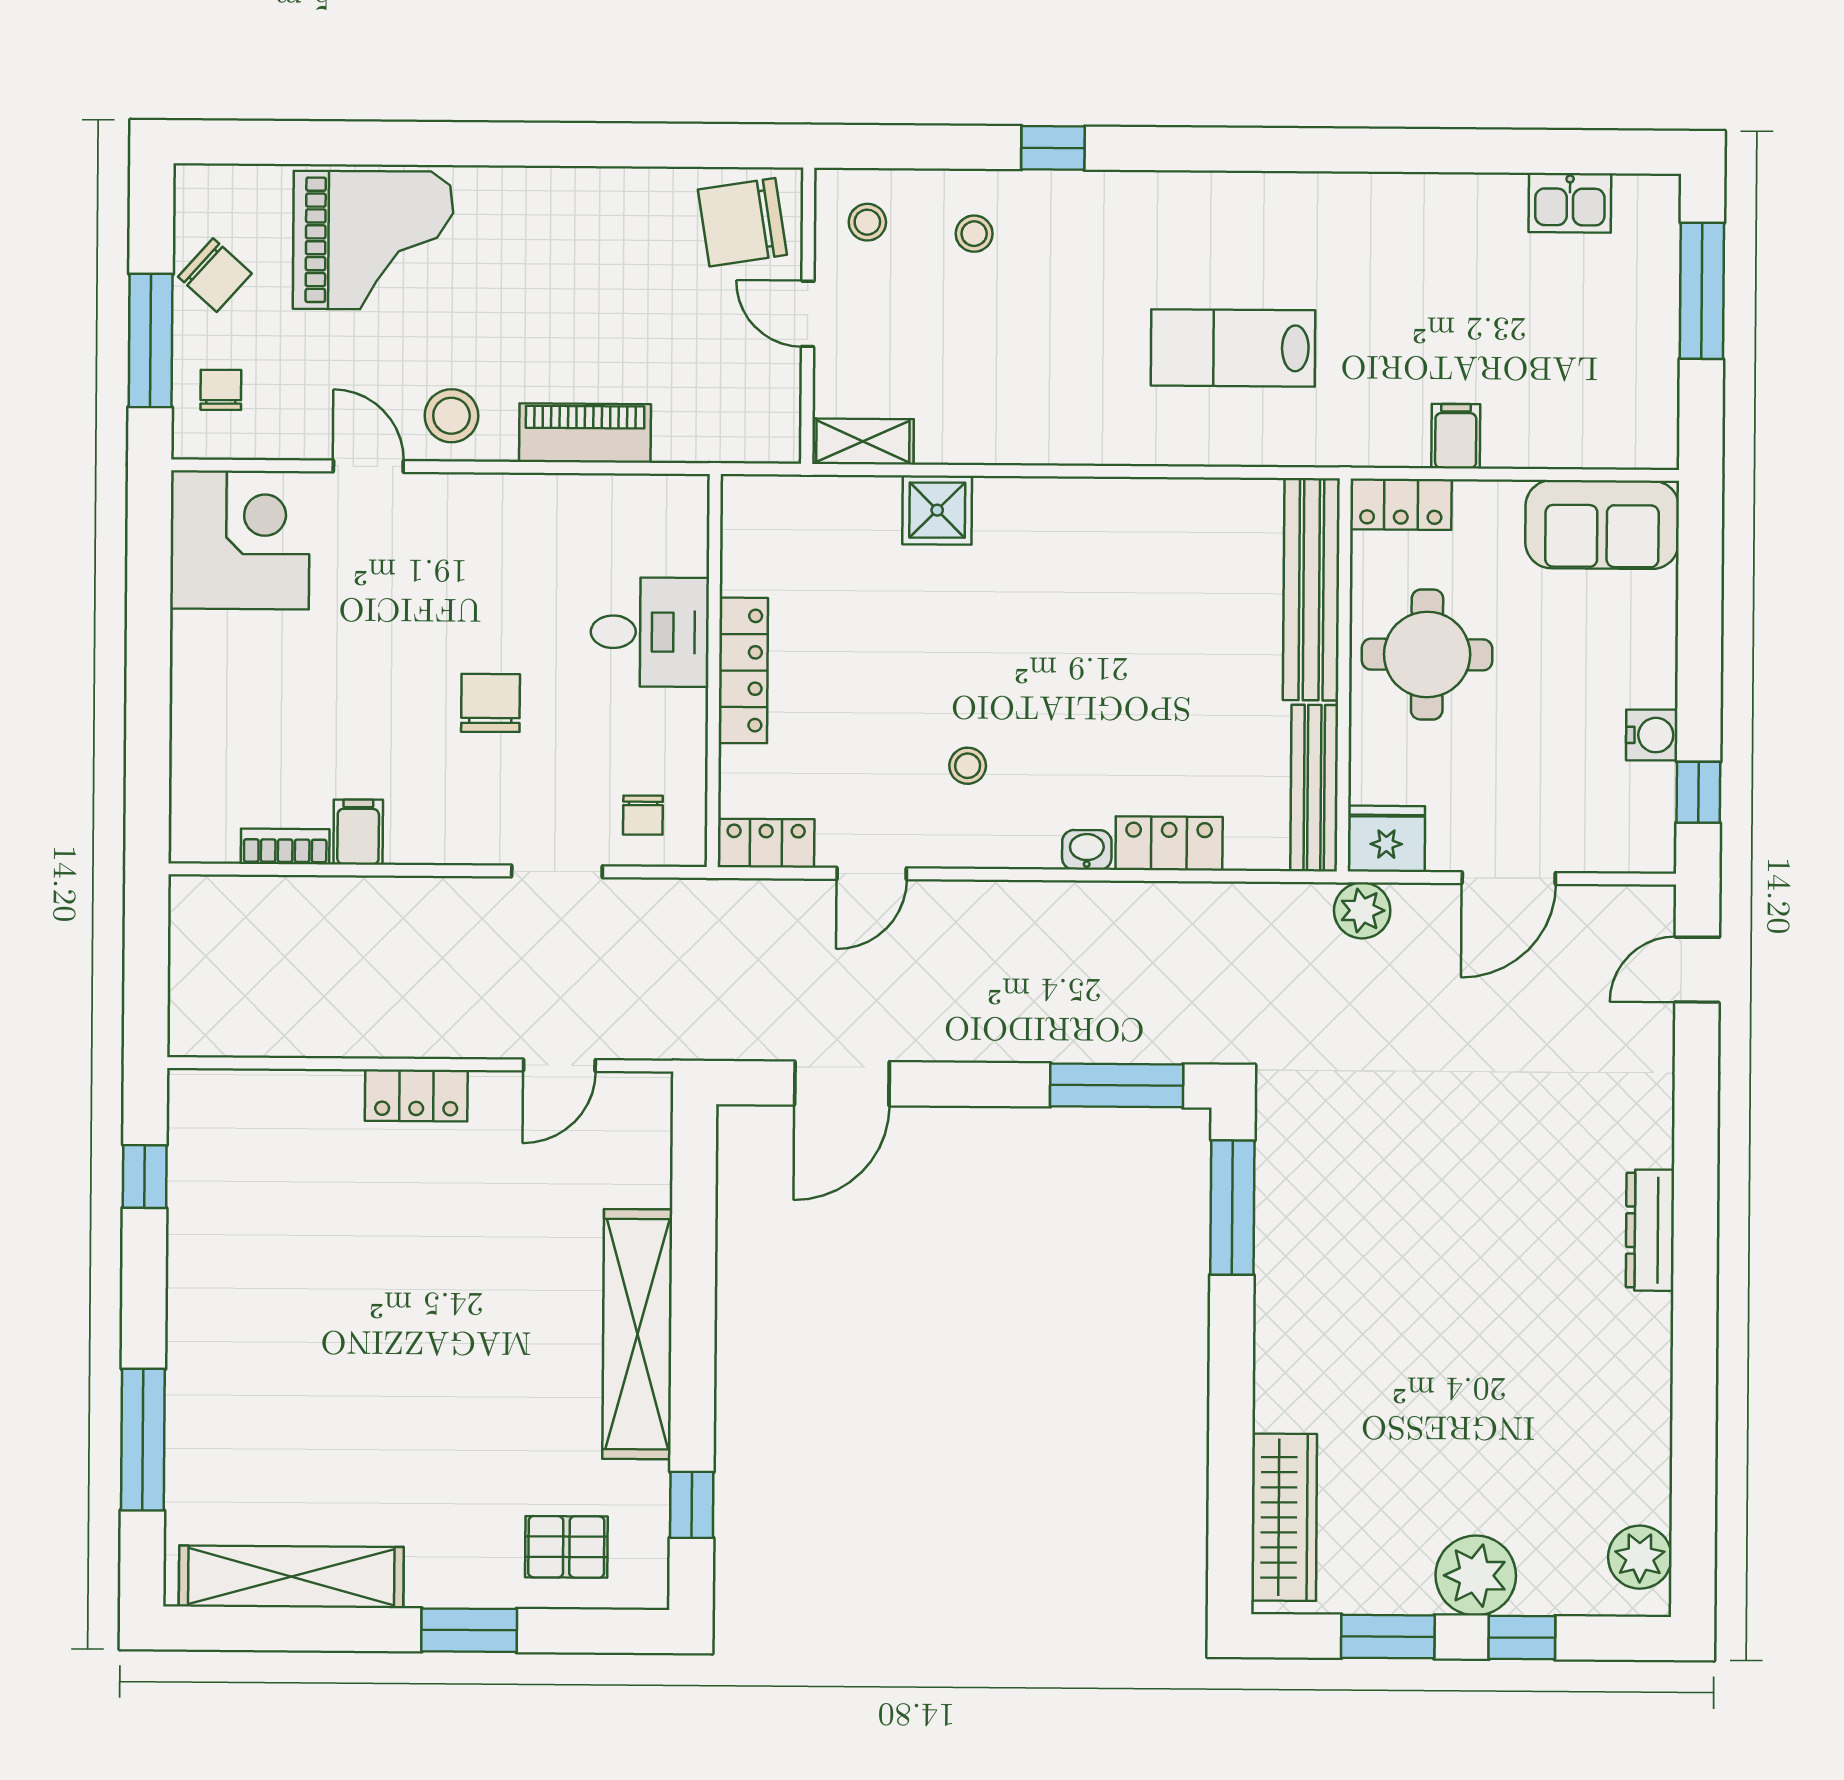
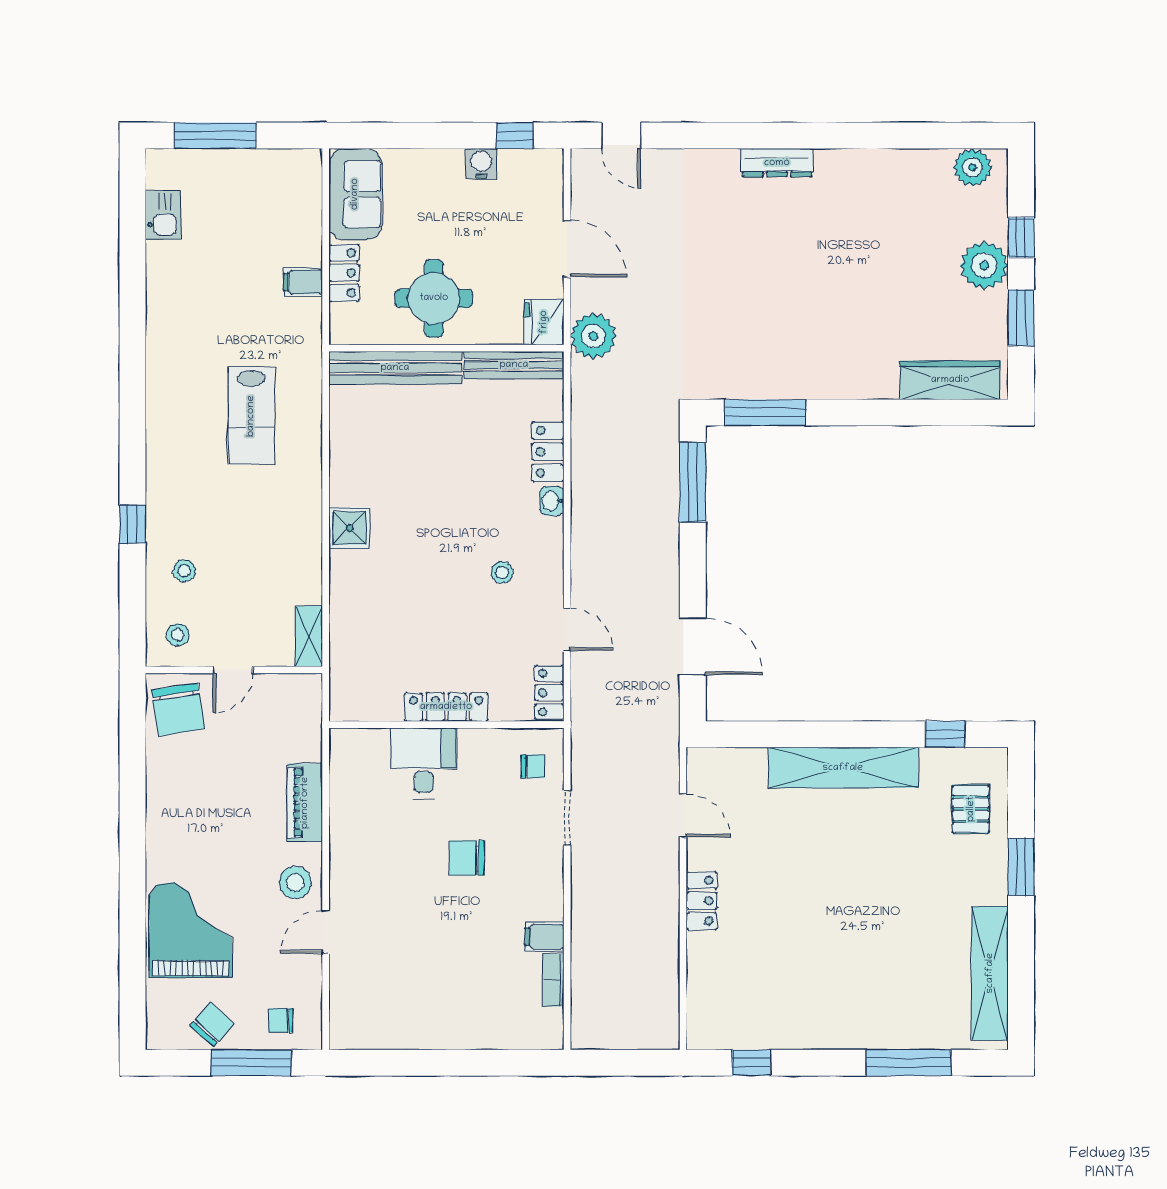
locker: (1401, 504) -> (344, 273), moved
shower: (937, 510) -> (350, 528), moved
corner desk: (240, 540) -> (370, 1008), removed
plant: (1362, 910) -> (593, 336), width x1.36, depth x1.36

